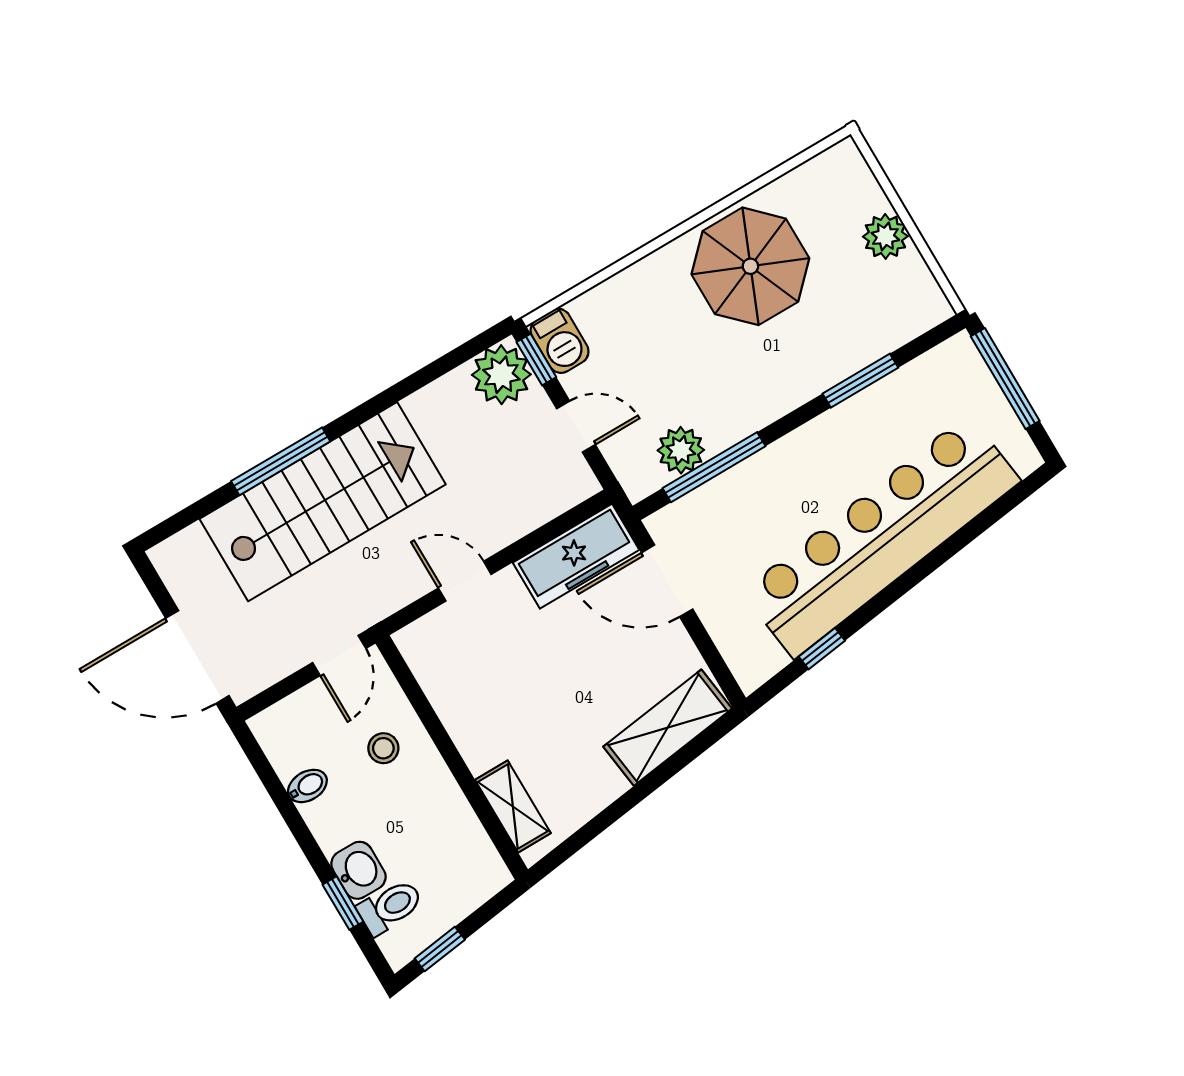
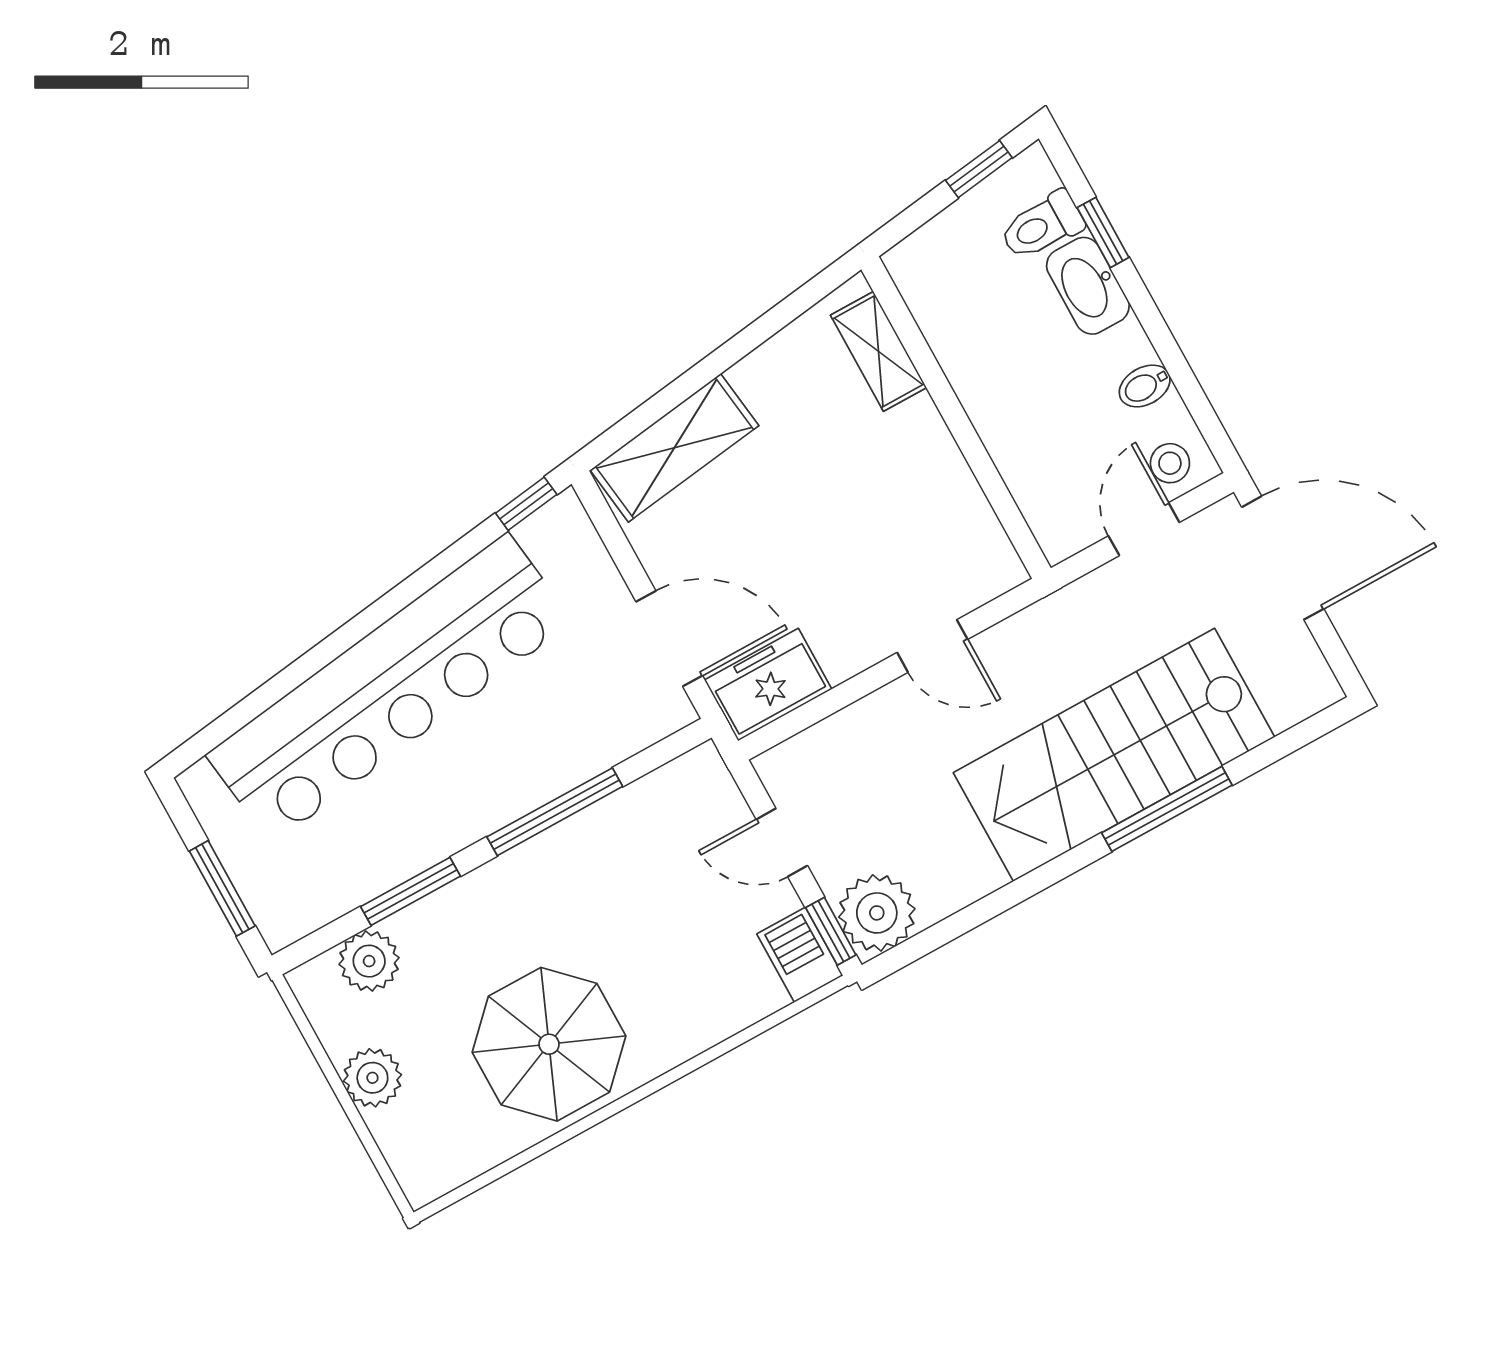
window: (1005, 379) -> (222, 888), width x0.69
plant: (681, 450) -> (369, 961), moved
window: (714, 467) -> (555, 812), moved
freezer: (576, 556) -> (768, 685), width x0.71
window: (822, 649) -> (526, 504), moved
door: (339, 656) -> (1144, 529), moved
stool: (383, 748) -> (1170, 463), moved
washbasin: (358, 870) -> (1088, 286), width x1.38

